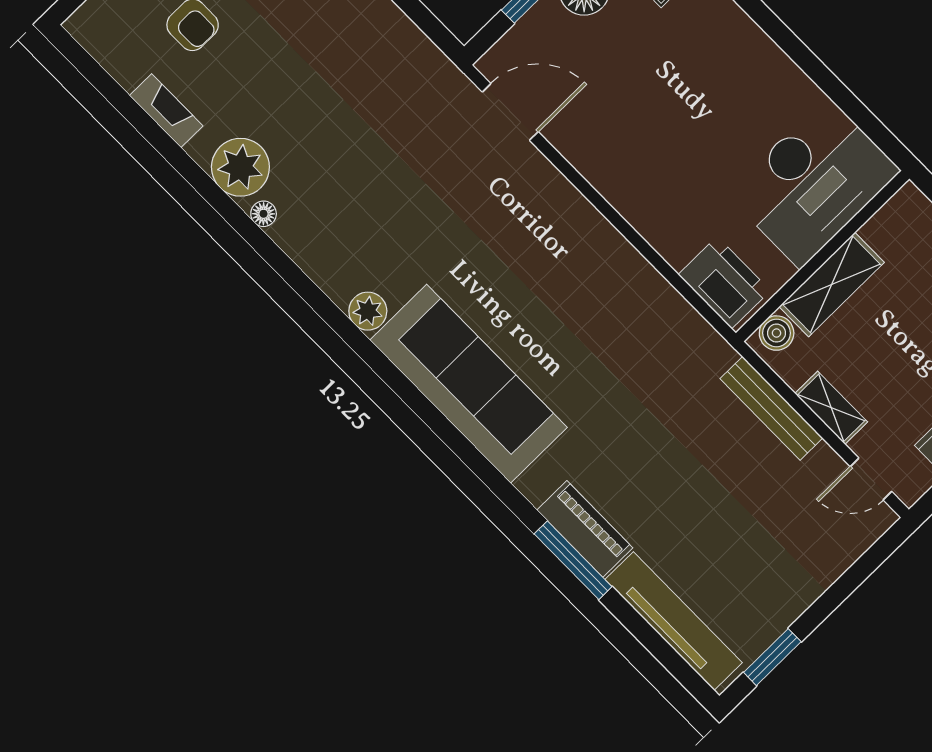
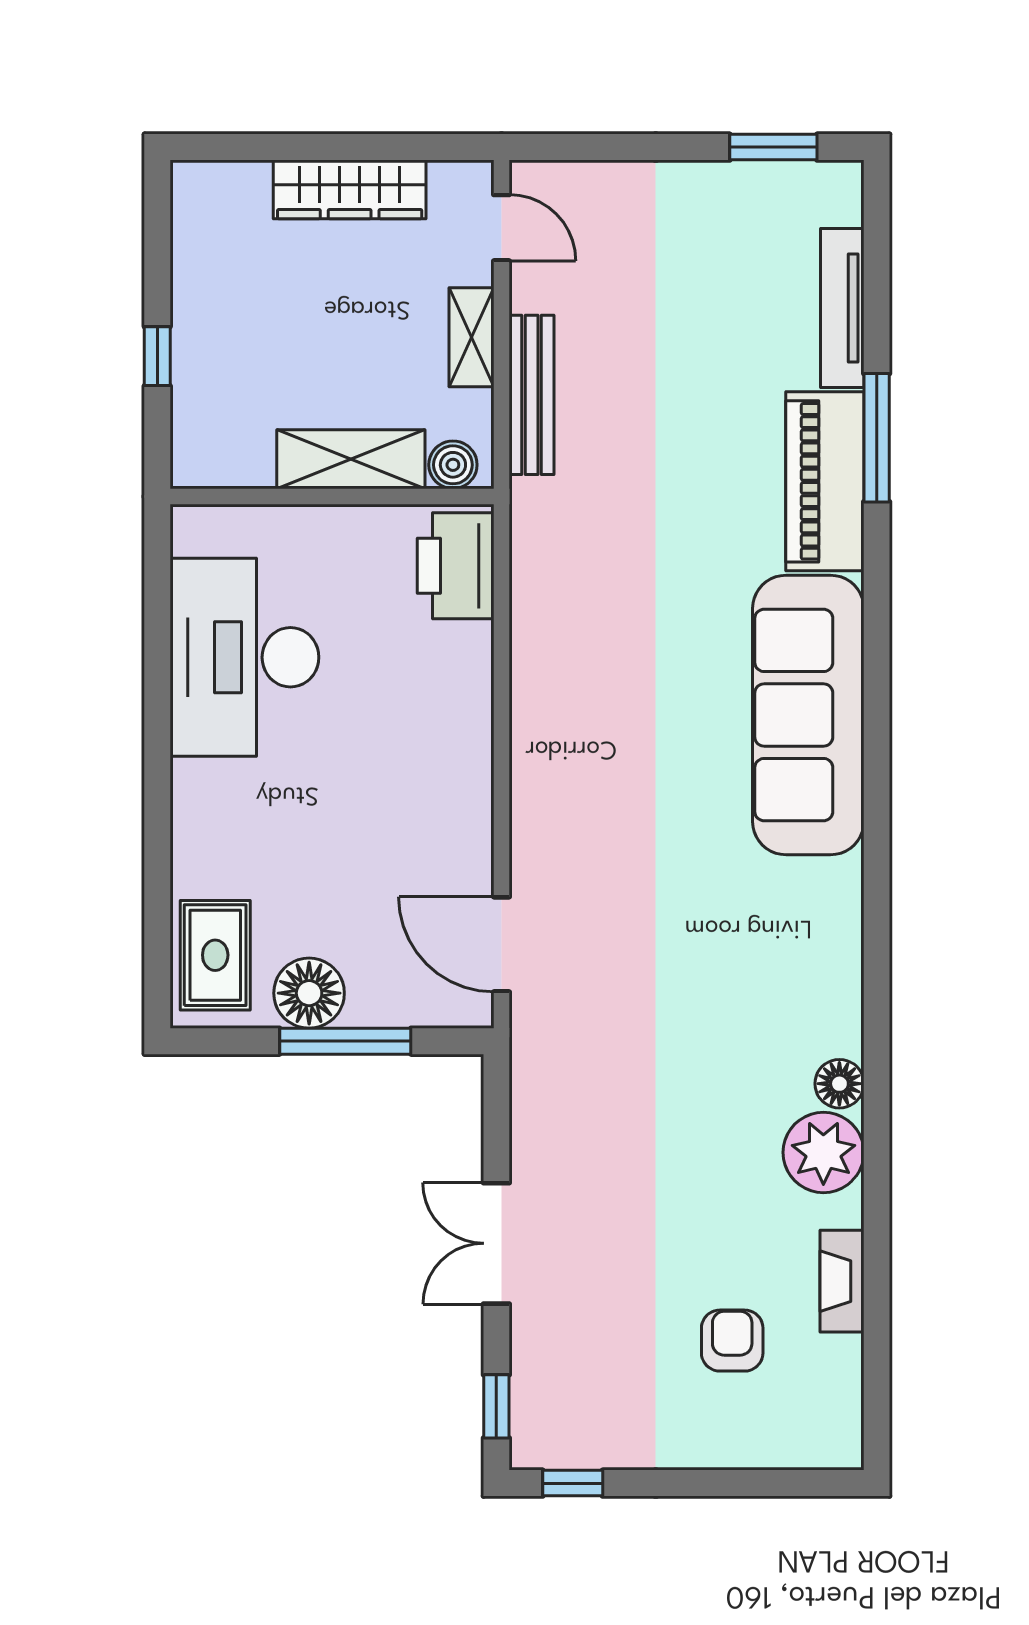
desk: (813, 182) -> (244, 657), moved, turned -90
floor lamp: (264, 214) -> (839, 1084), width x1.37, depth x1.37
plant: (368, 311) -> (837, 885), removed
piano: (585, 529) -> (825, 481), width x1.37, depth x1.33
tv unit: (674, 621) -> (842, 308), width x0.73, depth x0.78

